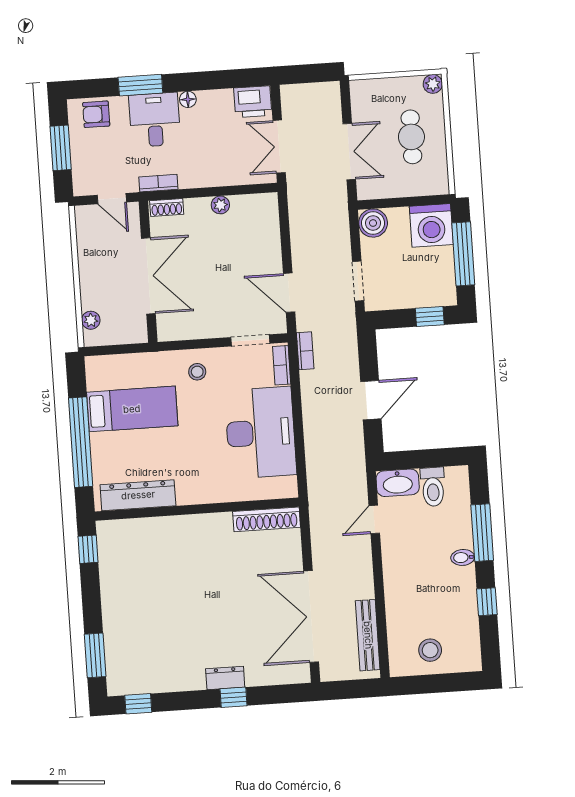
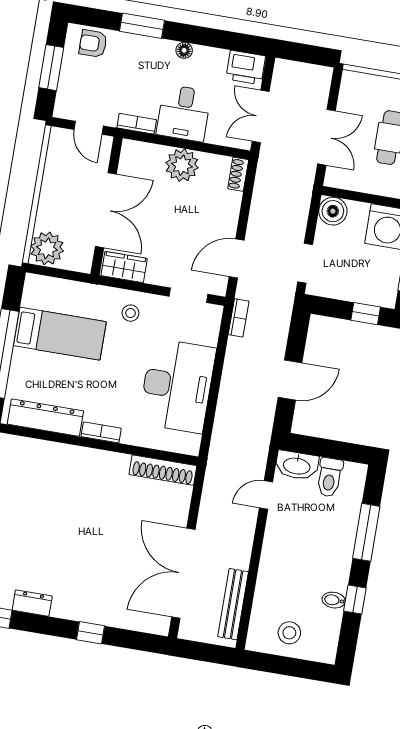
desk: (155, 120) -> (184, 113), moved, turned 180
plant: (220, 205) -> (182, 165), width x1.88, depth x1.88
shoe rack: (167, 208) -> (238, 174), moved, turned 90
door: (289, 293) -> (237, 259), hinge flipped
plant: (91, 320) -> (47, 248), width x1.88, depth x1.88
wardrobe: (180, 328) -> (124, 267), added
bookcase: (282, 365) -> (101, 432), moved, turned 90
bidet: (463, 557) -> (334, 600), moved
dresser: (225, 678) -> (32, 603), moved

